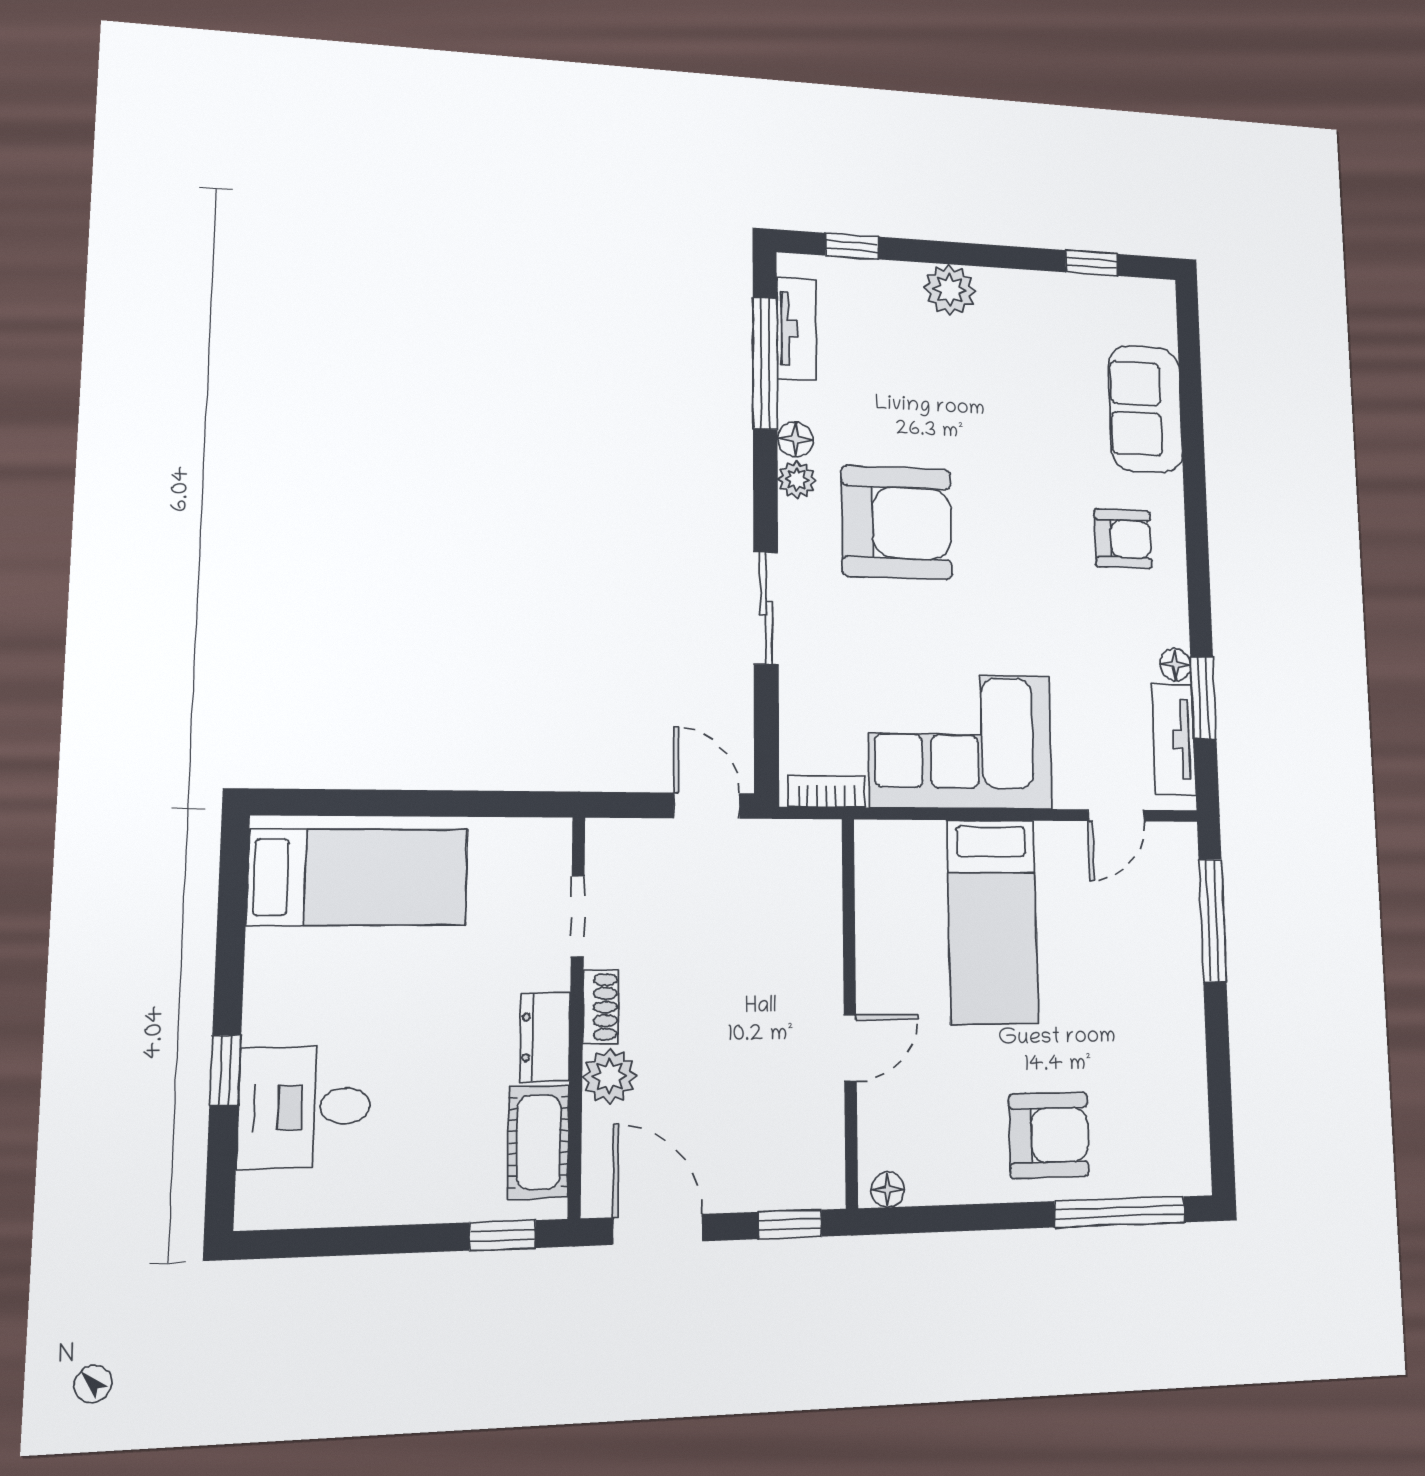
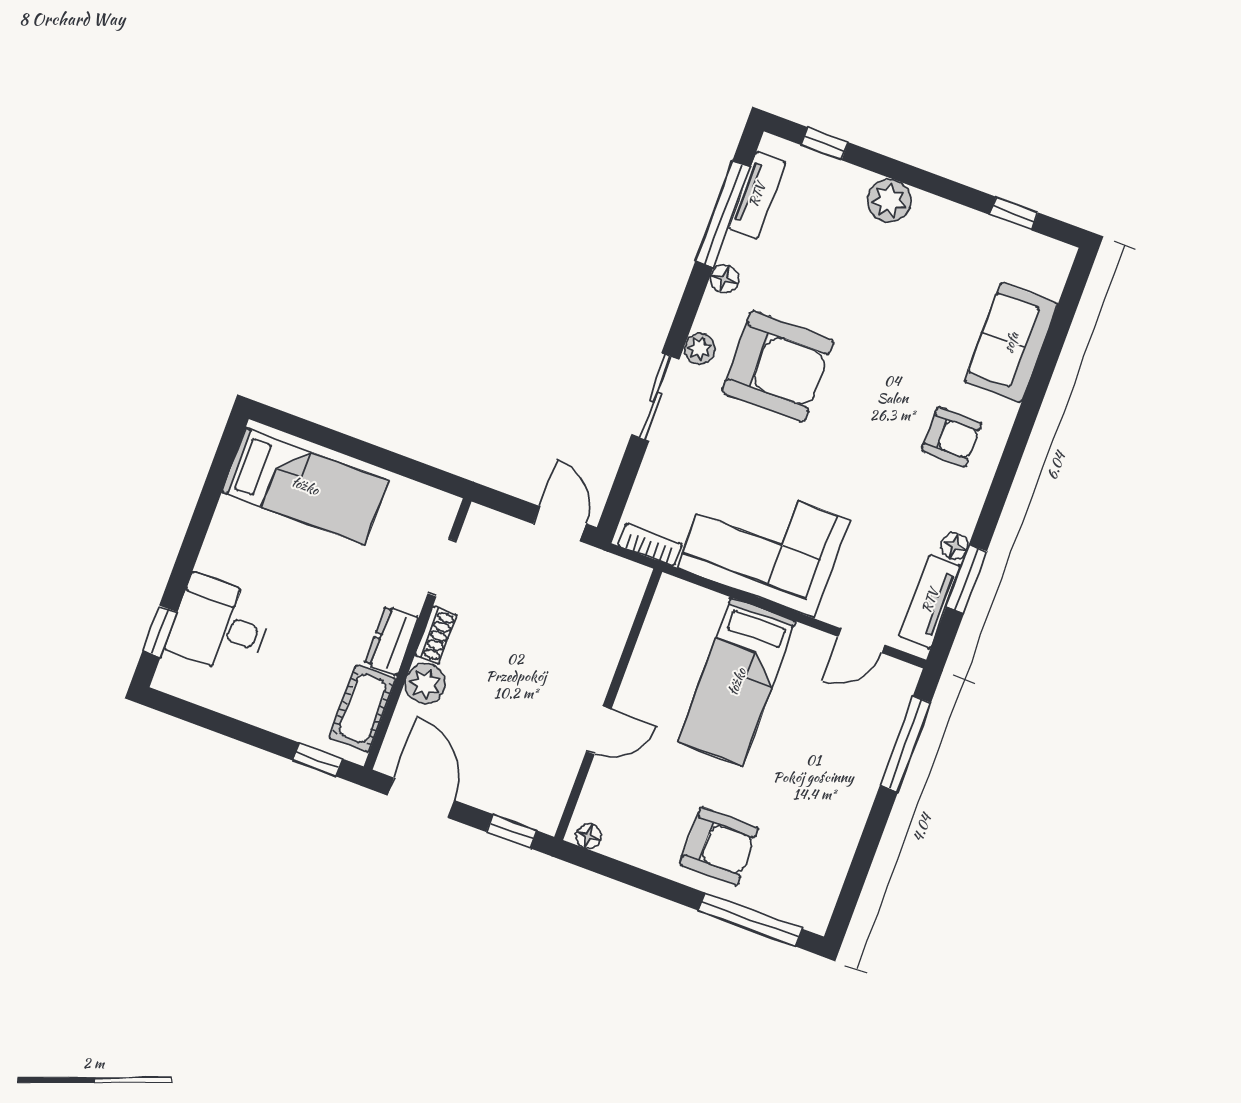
plant: (797, 480) -> (700, 349), moved
window: (225, 1070) -> (160, 631), moved

